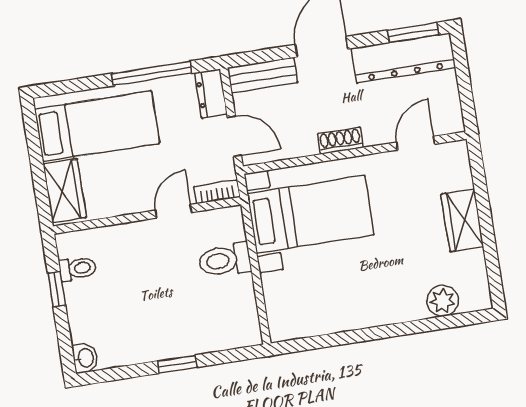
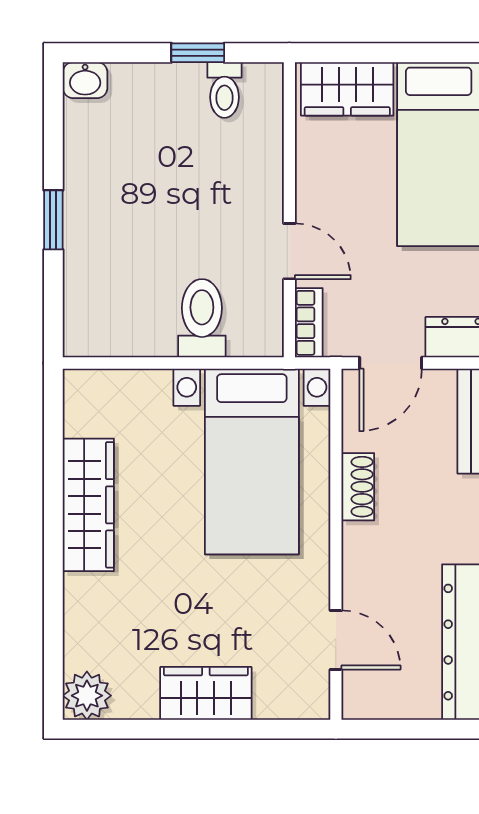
shoe rack: (340, 141) -> (358, 487), moved
plant: (443, 301) -> (87, 696), moved
wardrobe: (354, 314) -> (88, 505), added

